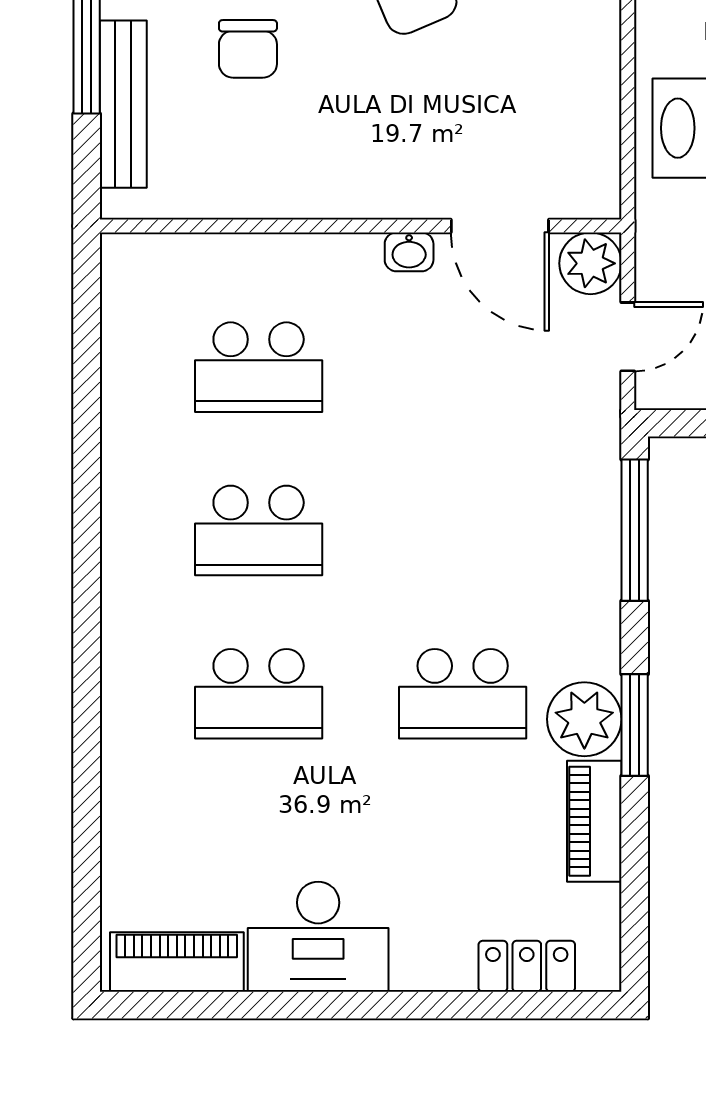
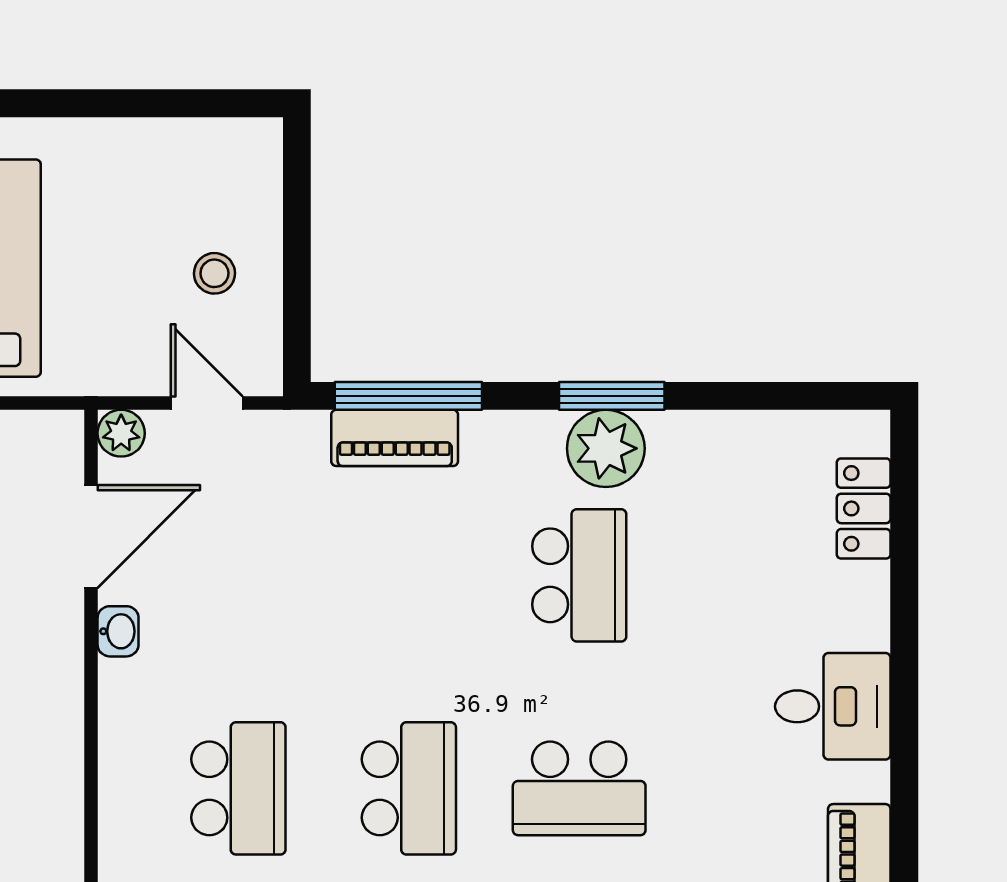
plant: (590, 263) -> (121, 433), width x0.73, depth x0.73
school desk: (259, 694) -> (579, 788), turned 90
piano: (594, 821) -> (395, 438), moved
desk: (318, 937) -> (833, 706), width x0.73

